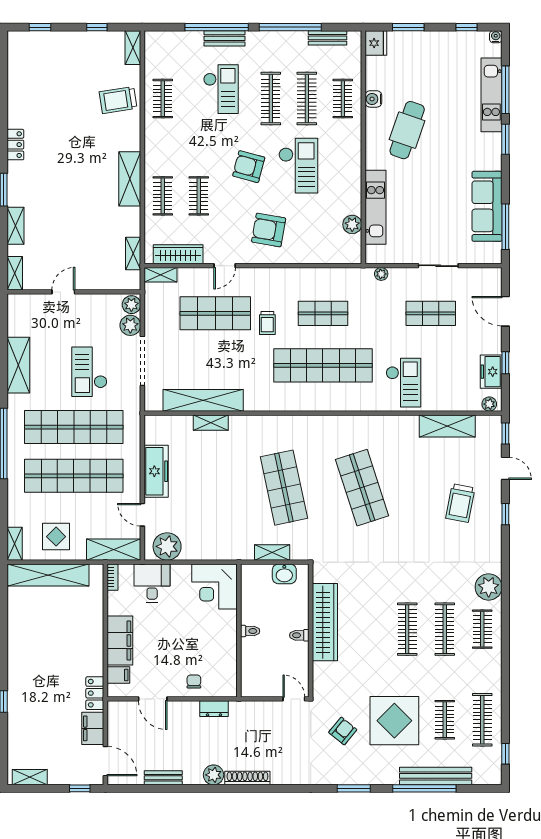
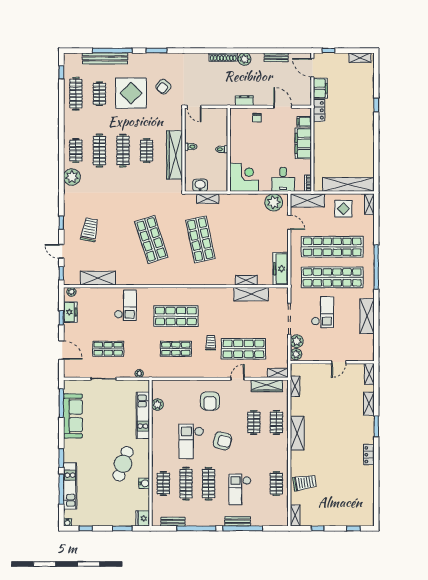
armchair: (269, 230) -> (210, 401), turned 80
shop shelf: (323, 365) -> (176, 316), width x0.71
checkout: (403, 383) -> (125, 305), turned 180
shelving: (203, 400) -> (251, 294), width x0.68
freezer: (156, 471) -> (281, 269), moved
clothes rail: (370, 629) -> (147, 151), added

